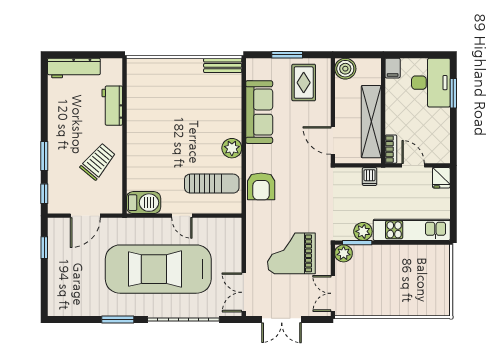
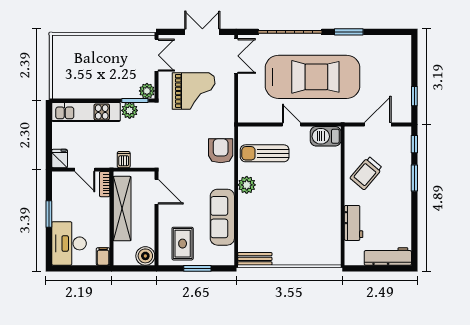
window: (453, 93) -> (49, 214), moved

